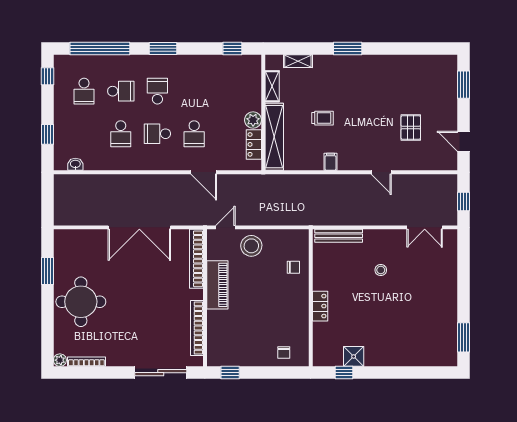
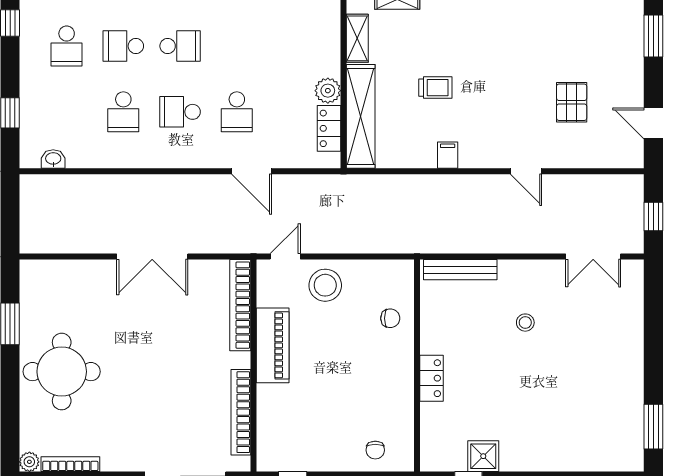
school desk: (121, 91) -> (123, 46), turned 180
school desk: (157, 91) -> (180, 46), turned 90
double door: (139, 227) -> (152, 257), width x0.73

